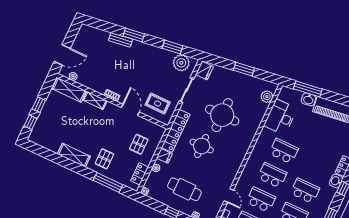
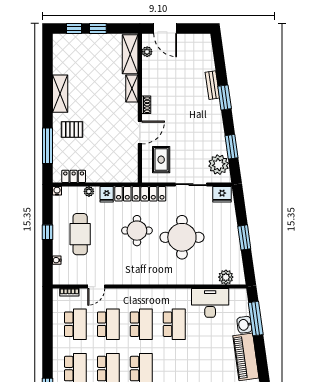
pallet: (139, 144) -> (106, 160), removed

